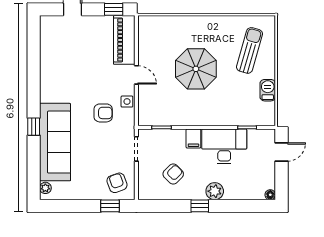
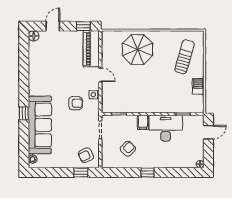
floor lamp: (47, 23) -> (34, 36), added
parasol: (196, 69) -> (137, 49), moved
armchair: (117, 183) -> (86, 155), turned -94
plant: (215, 191) -> (159, 161), removed

